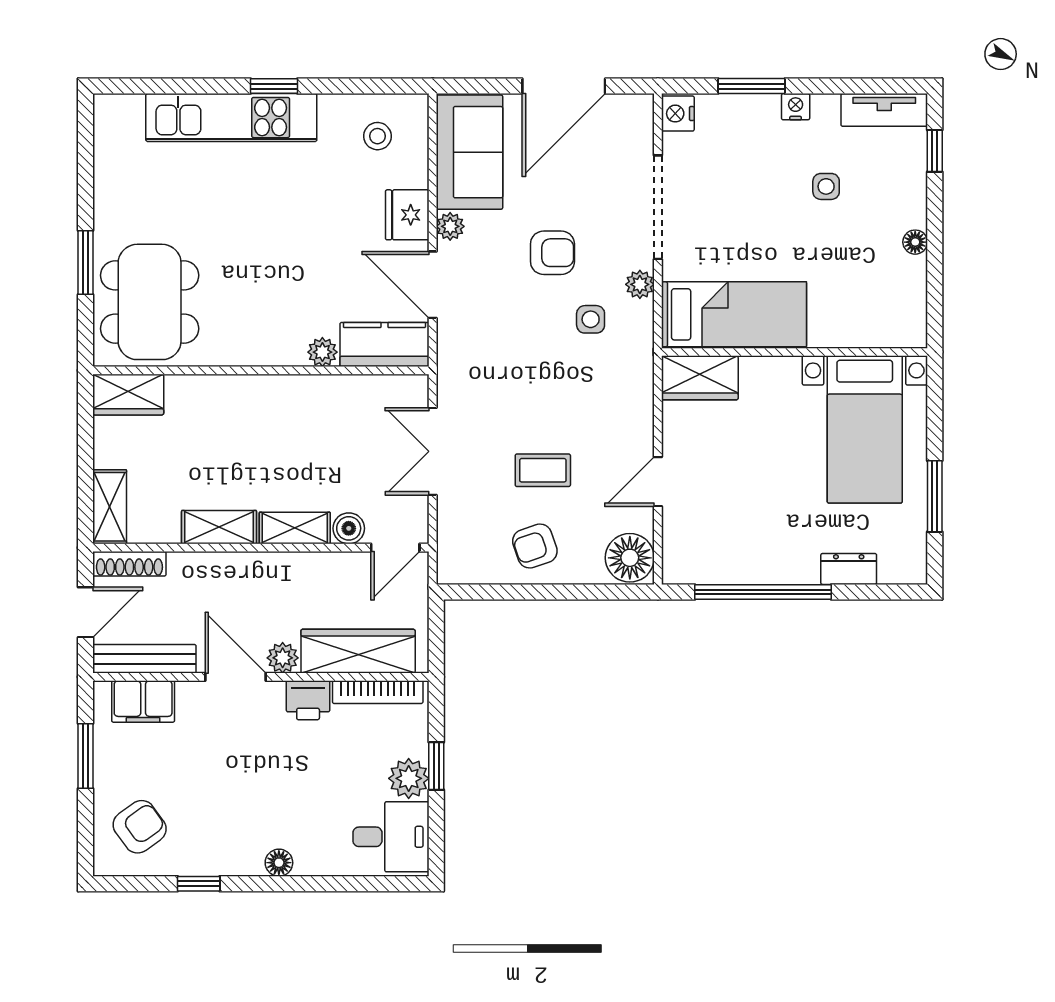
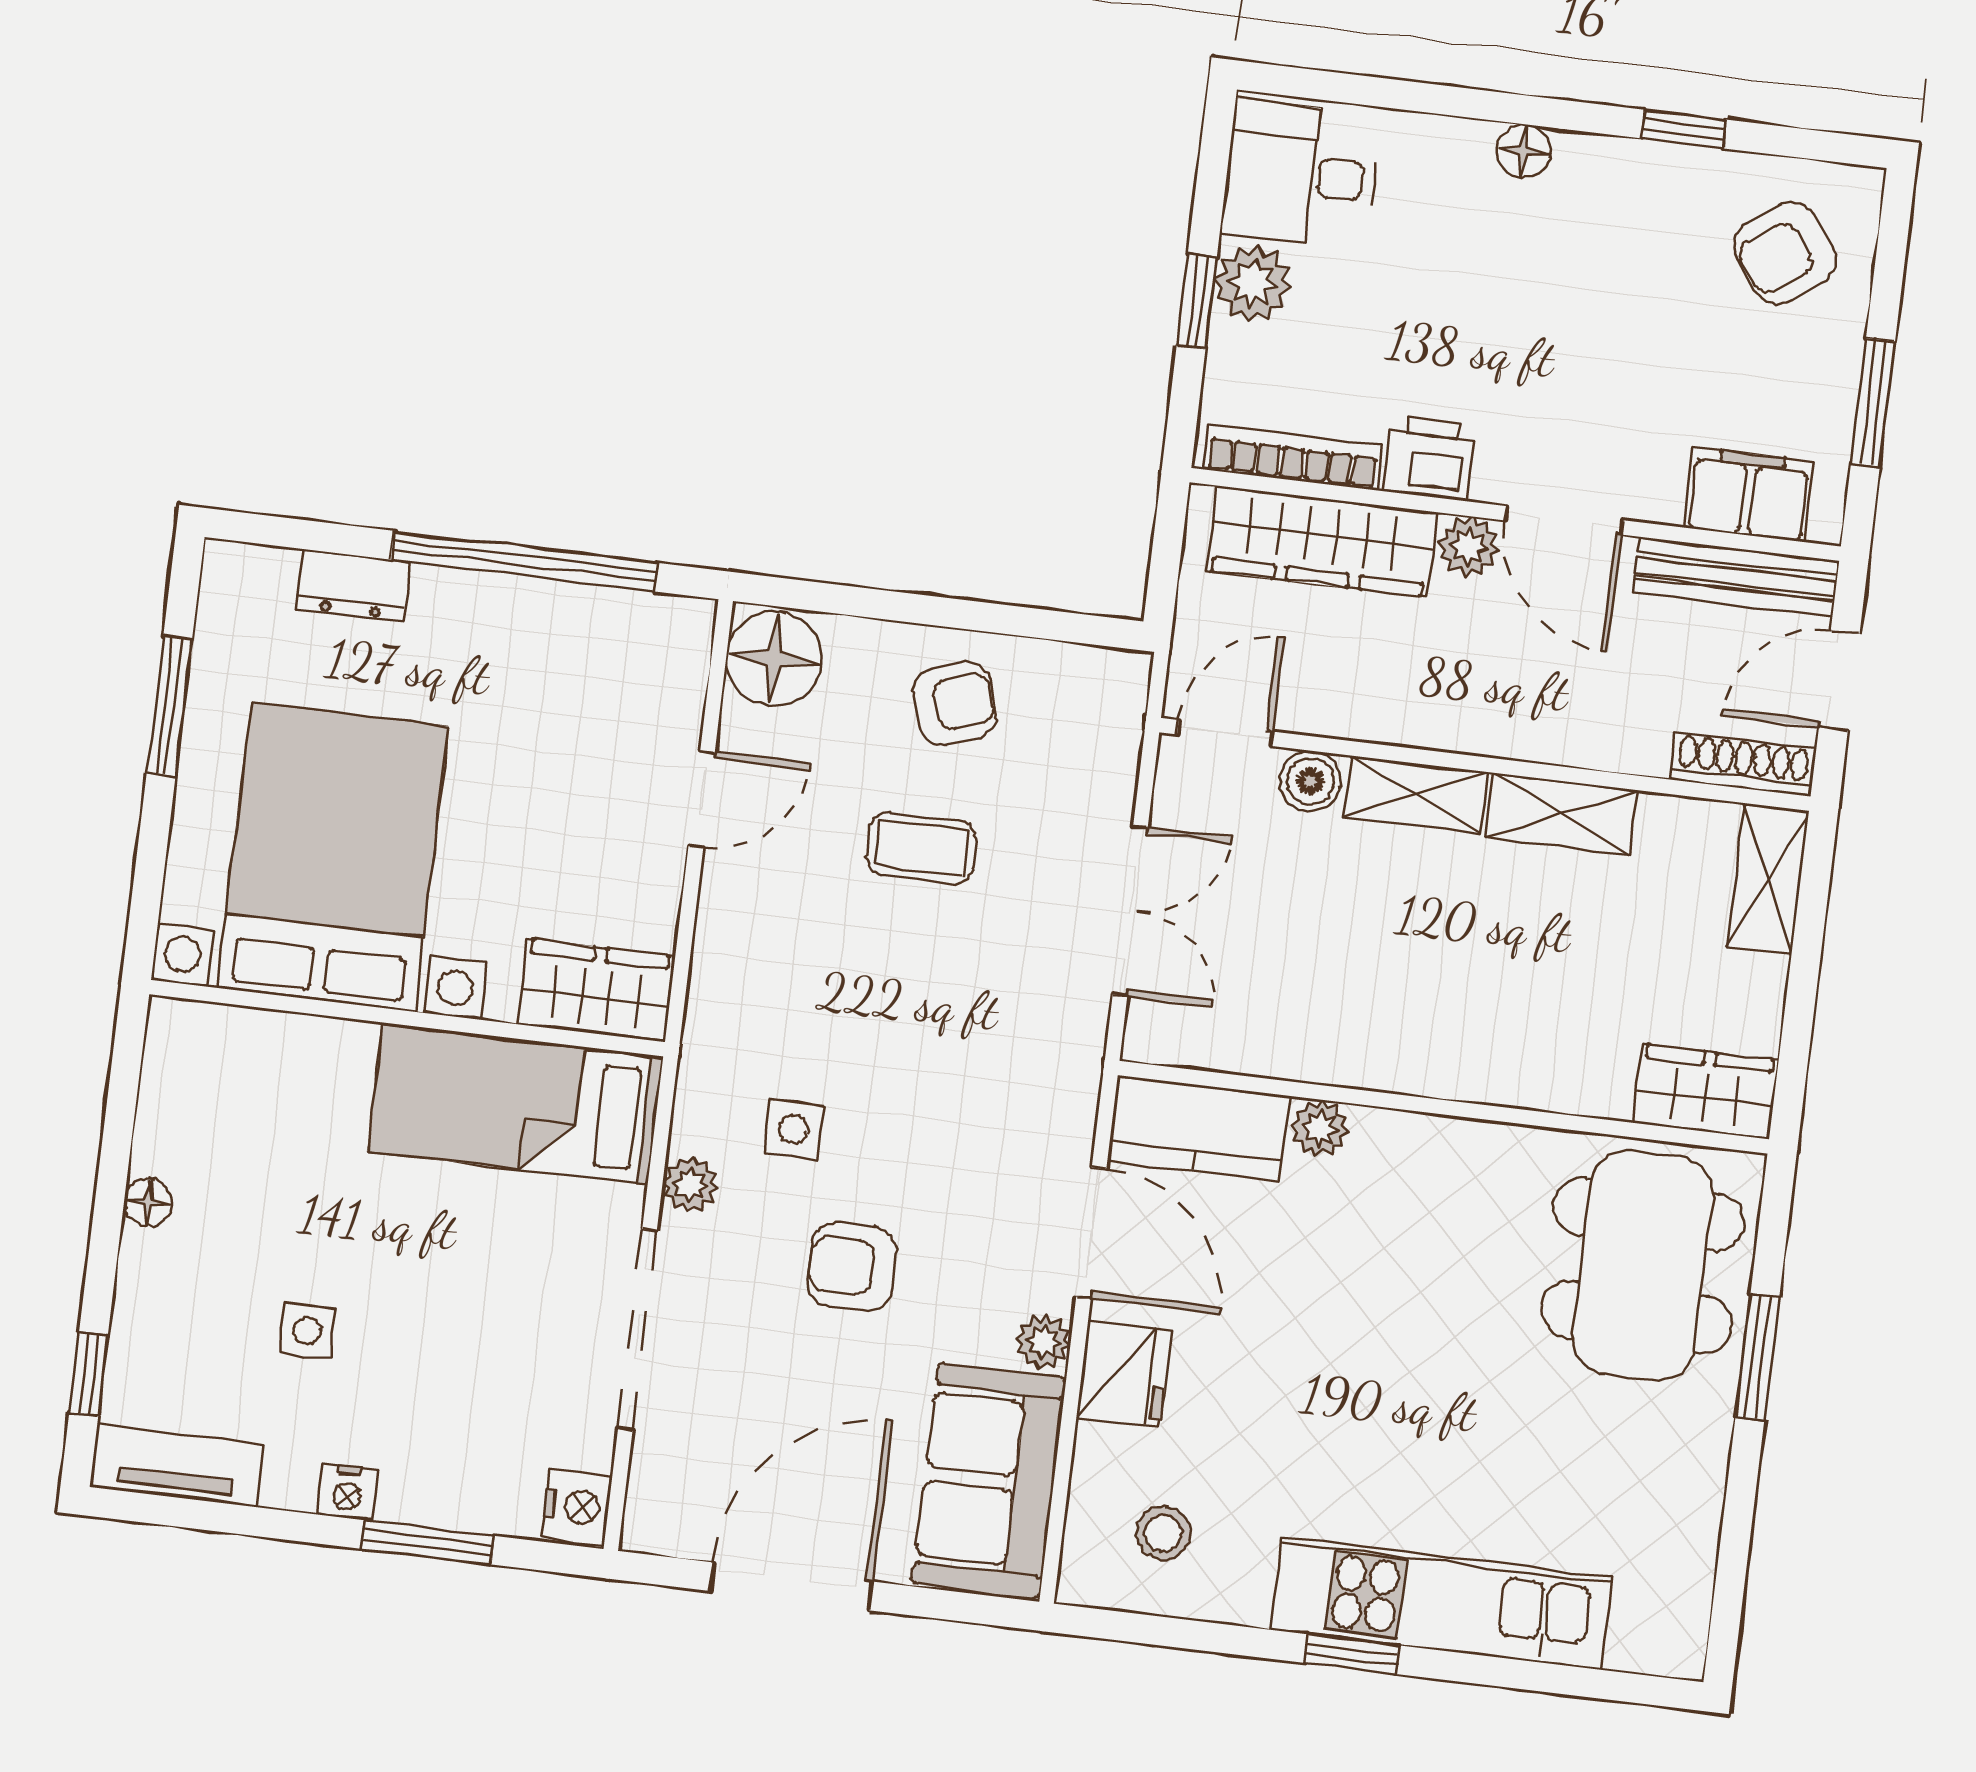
bed with nightstands: (865, 429) -> (333, 857), width x1.36

